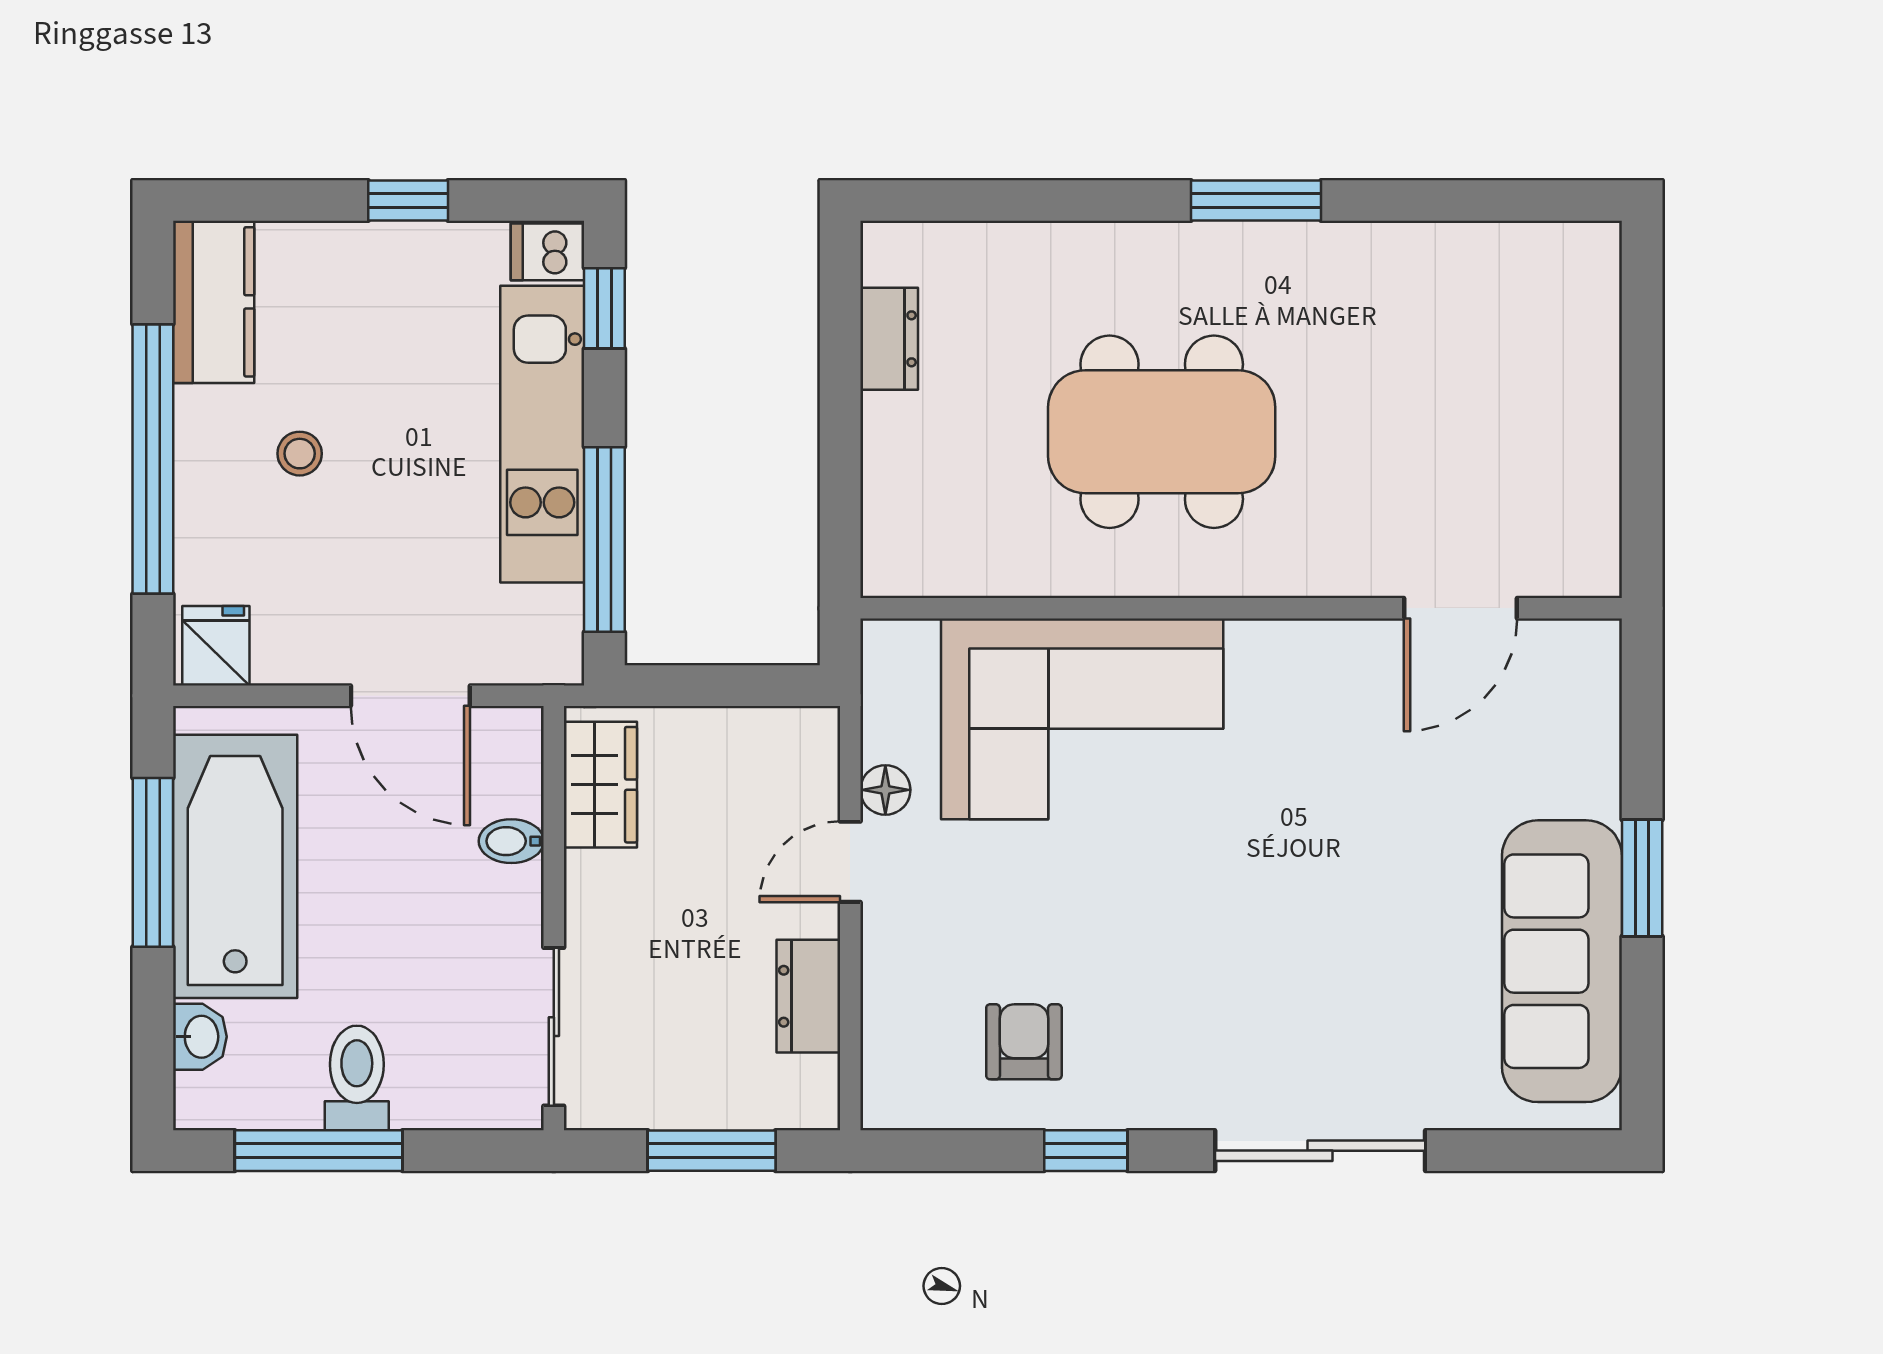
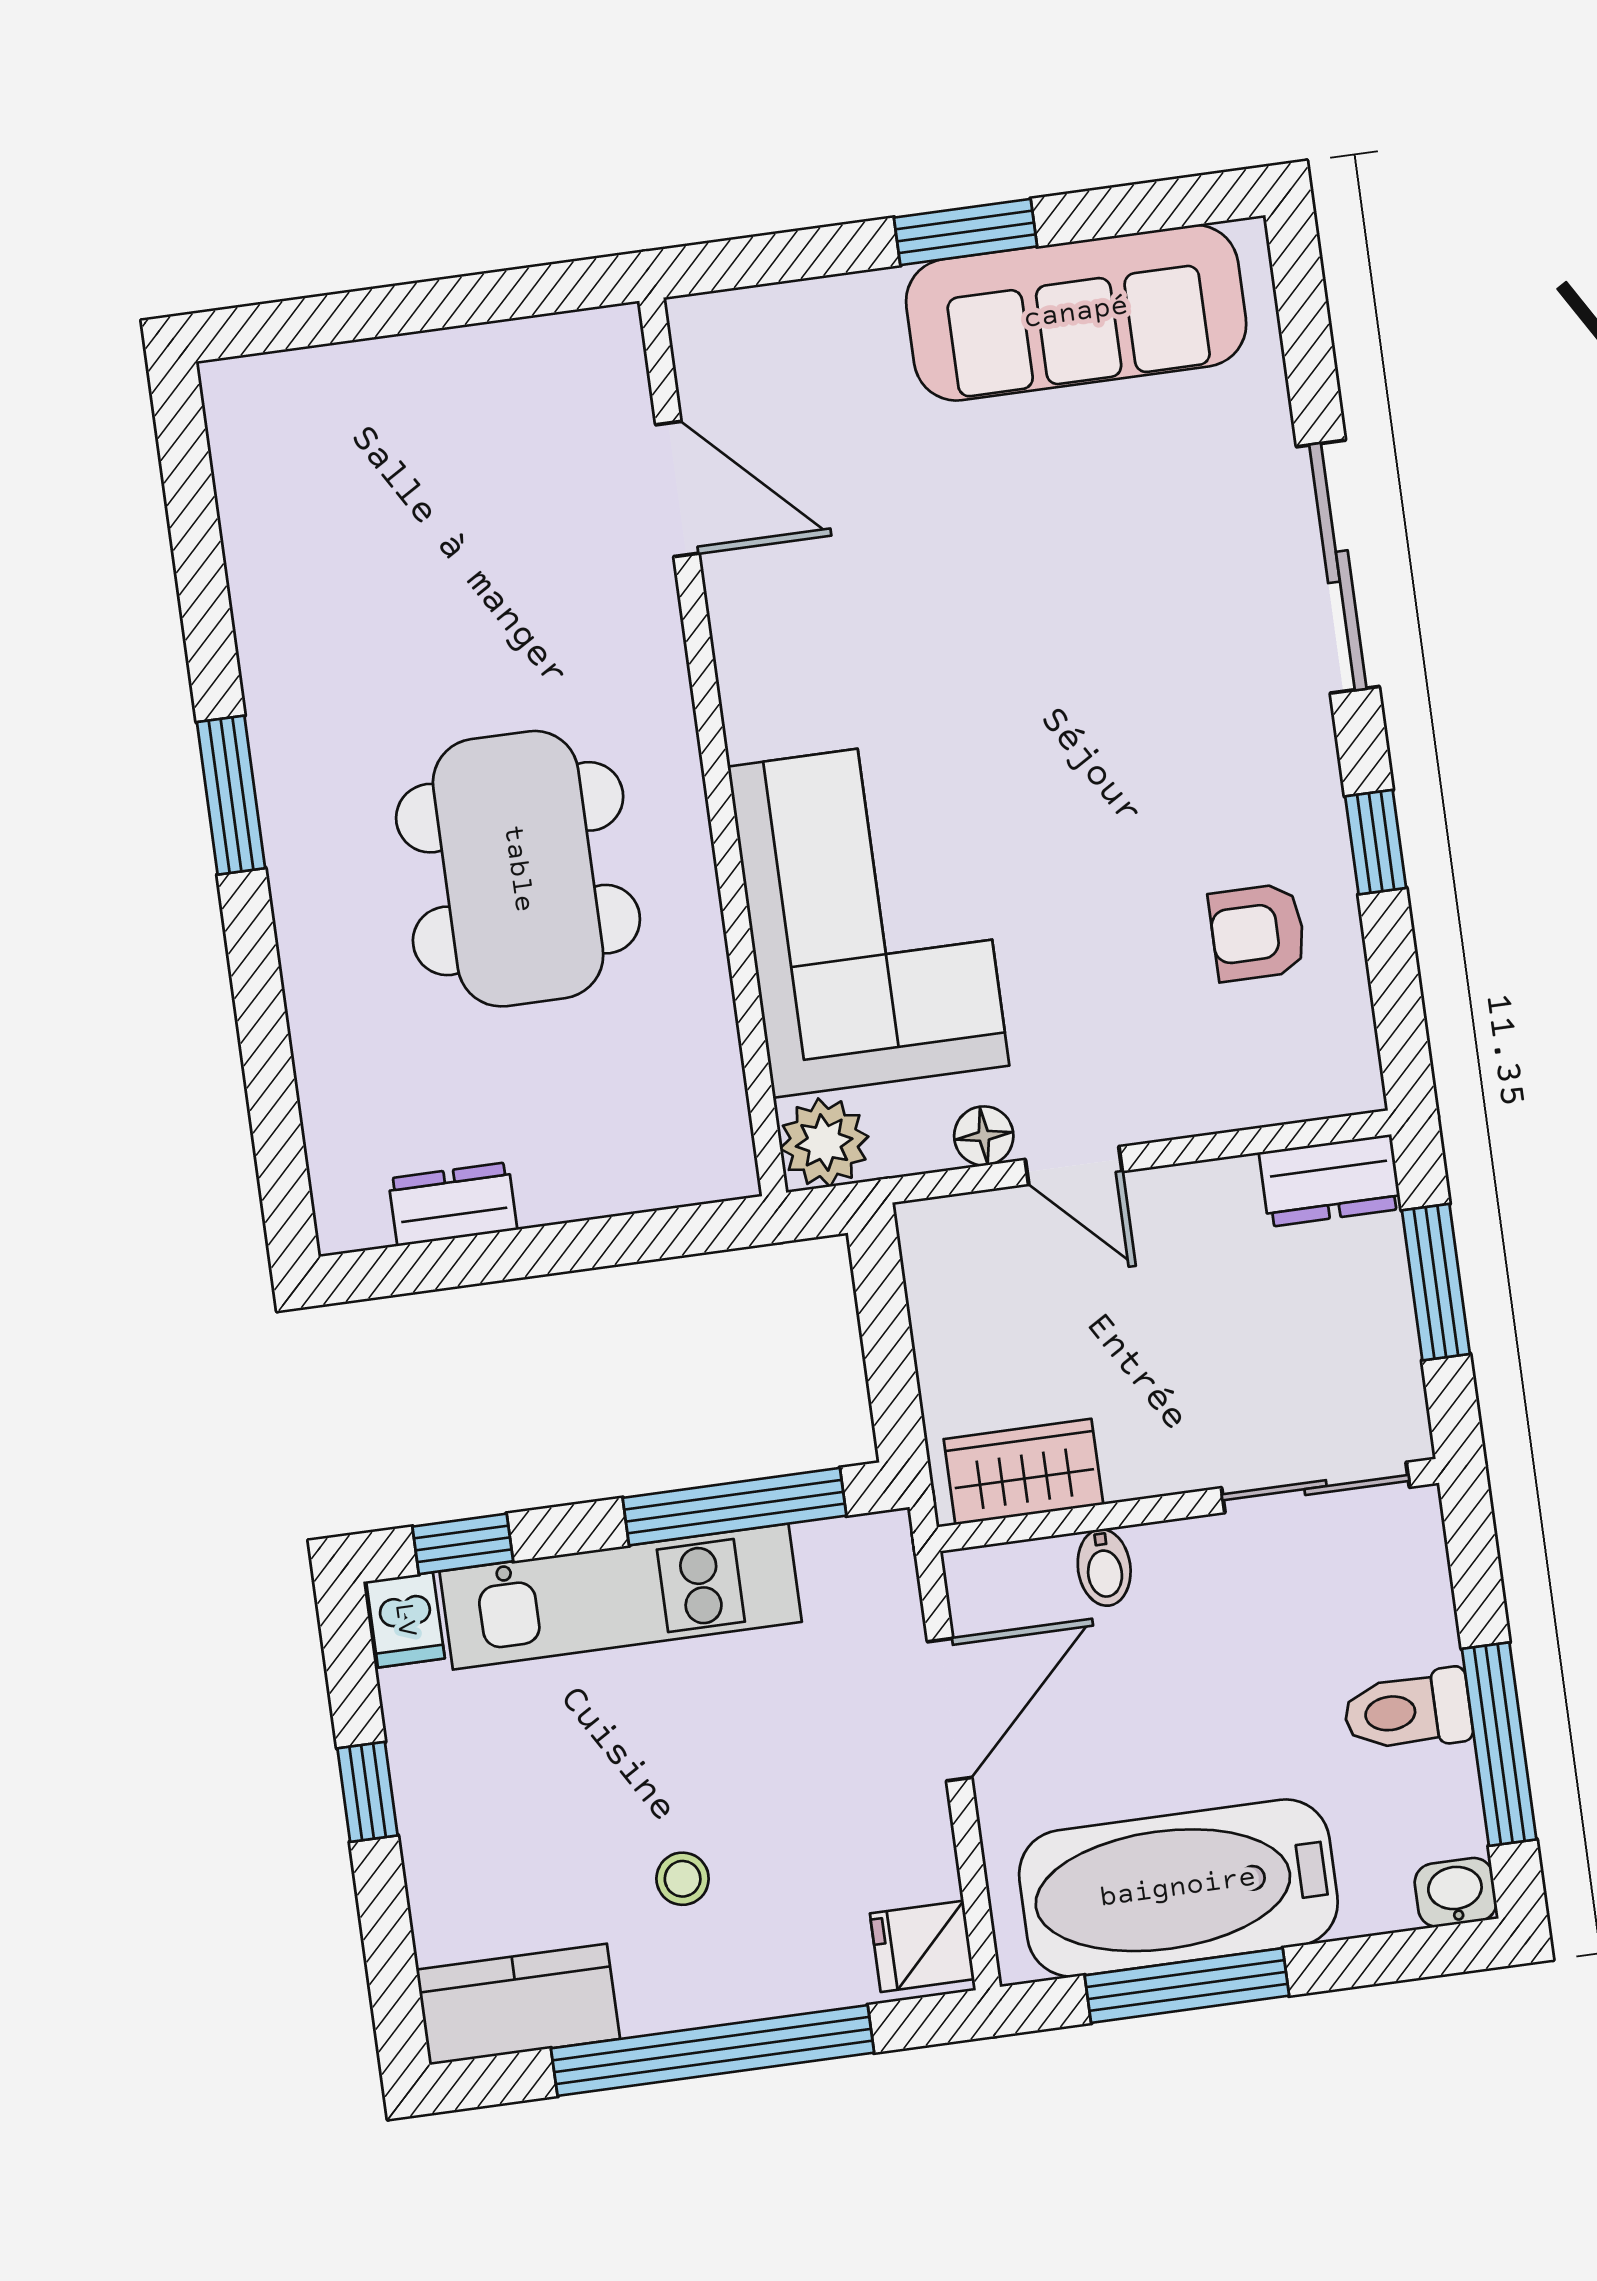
plant: (898, 656) -> (824, 1143), added
dresser: (808, 996) -> (1330, 1181), moved
washbasin: (200, 1037) -> (1456, 1892), moved

